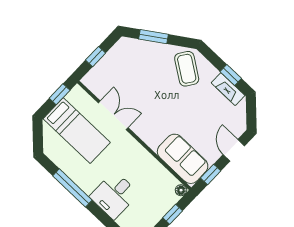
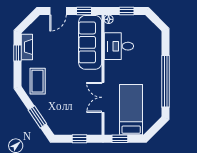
coffee table: (187, 69) -> (38, 81), turned -34
sofa: (183, 159) -> (90, 42), width x1.36
window: (72, 188) -> (166, 81), width x1.46
desk: (114, 195) -> (119, 46), moved, turned 180

